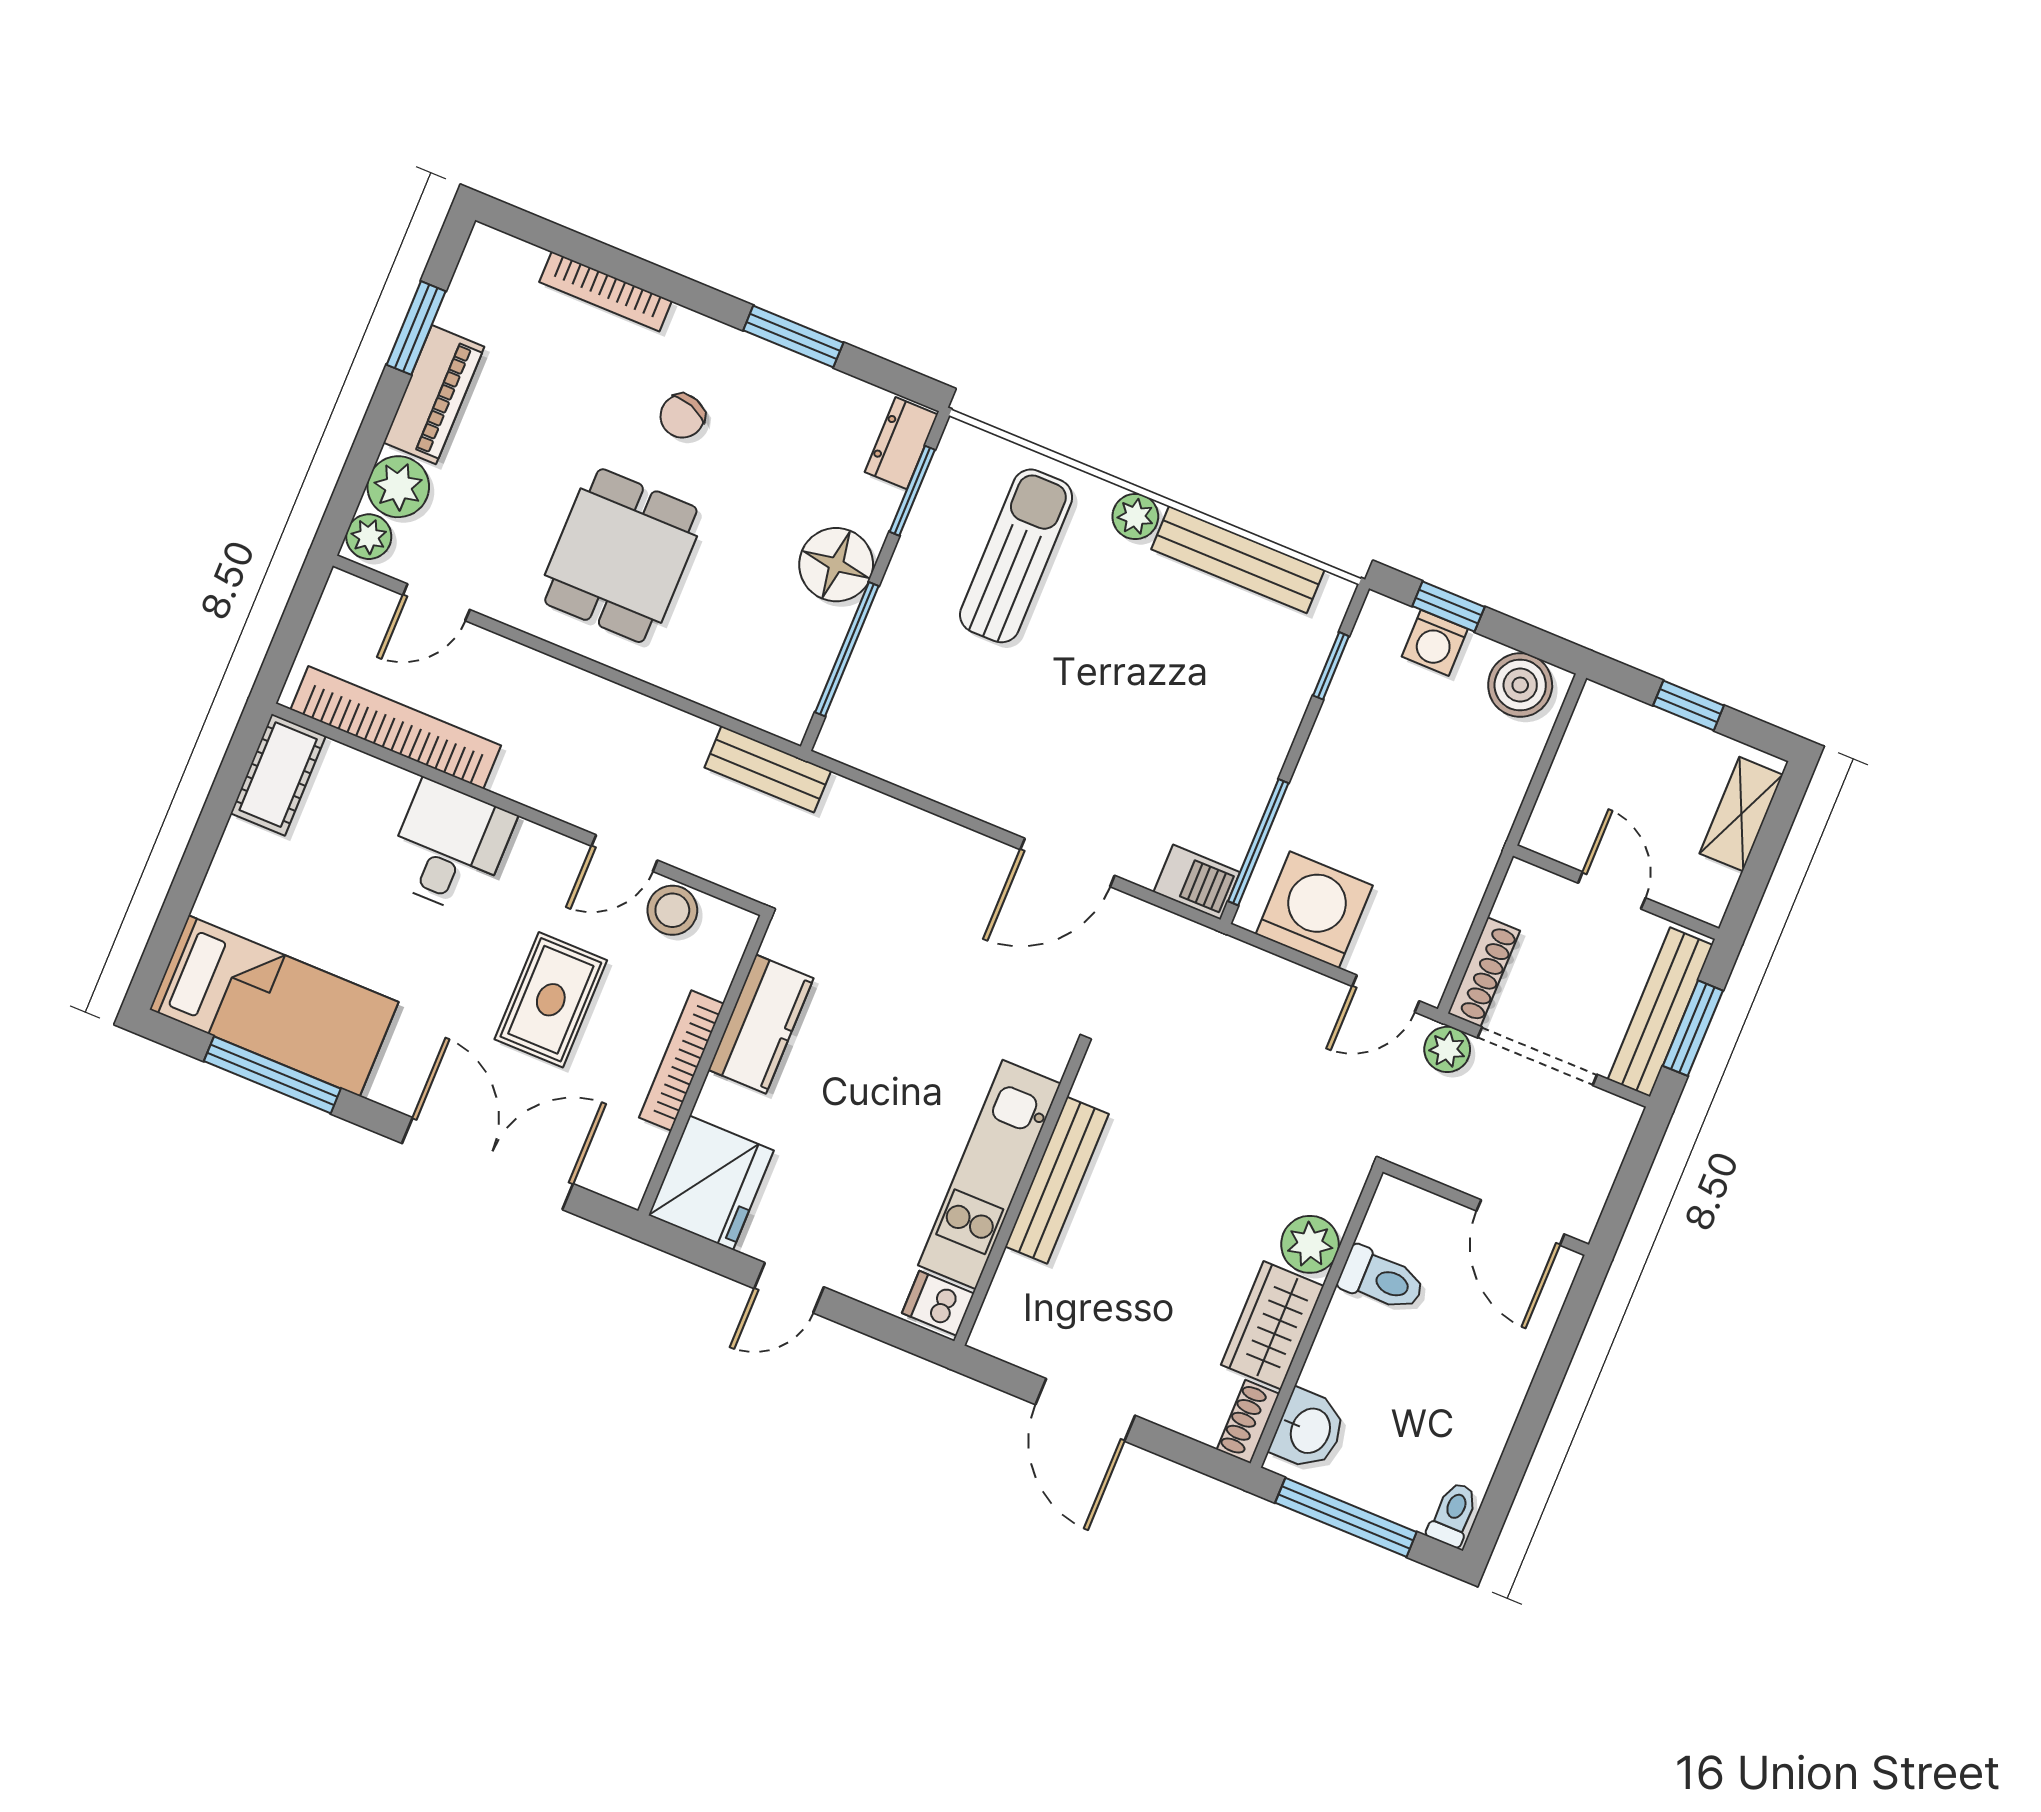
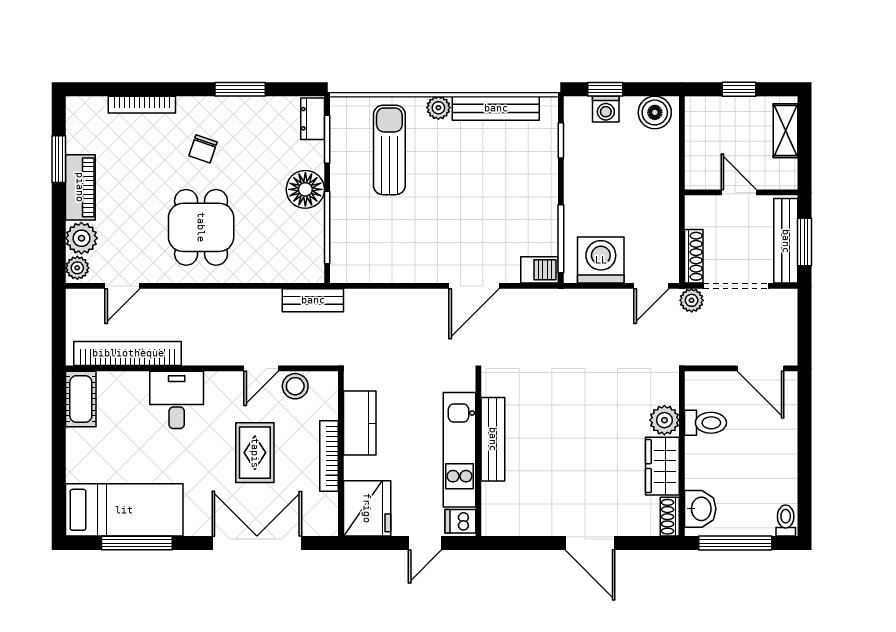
kitchen unit: (989, 1174) -> (459, 450), moved
bench: (1057, 1180) -> (493, 439), moved
wall: (1020, 1195) -> (478, 454), moved
dishwasher: (938, 1303) -> (460, 521), moved

